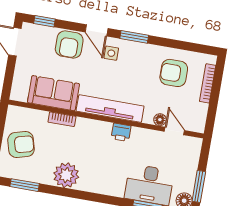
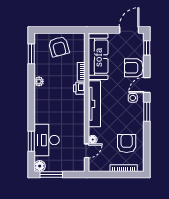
sofa: (53, 93) -> (98, 57), width x1.36
printer: (121, 132) -> (79, 88), moved
plant: (66, 175) -> (39, 81), width x0.53, depth x0.53

